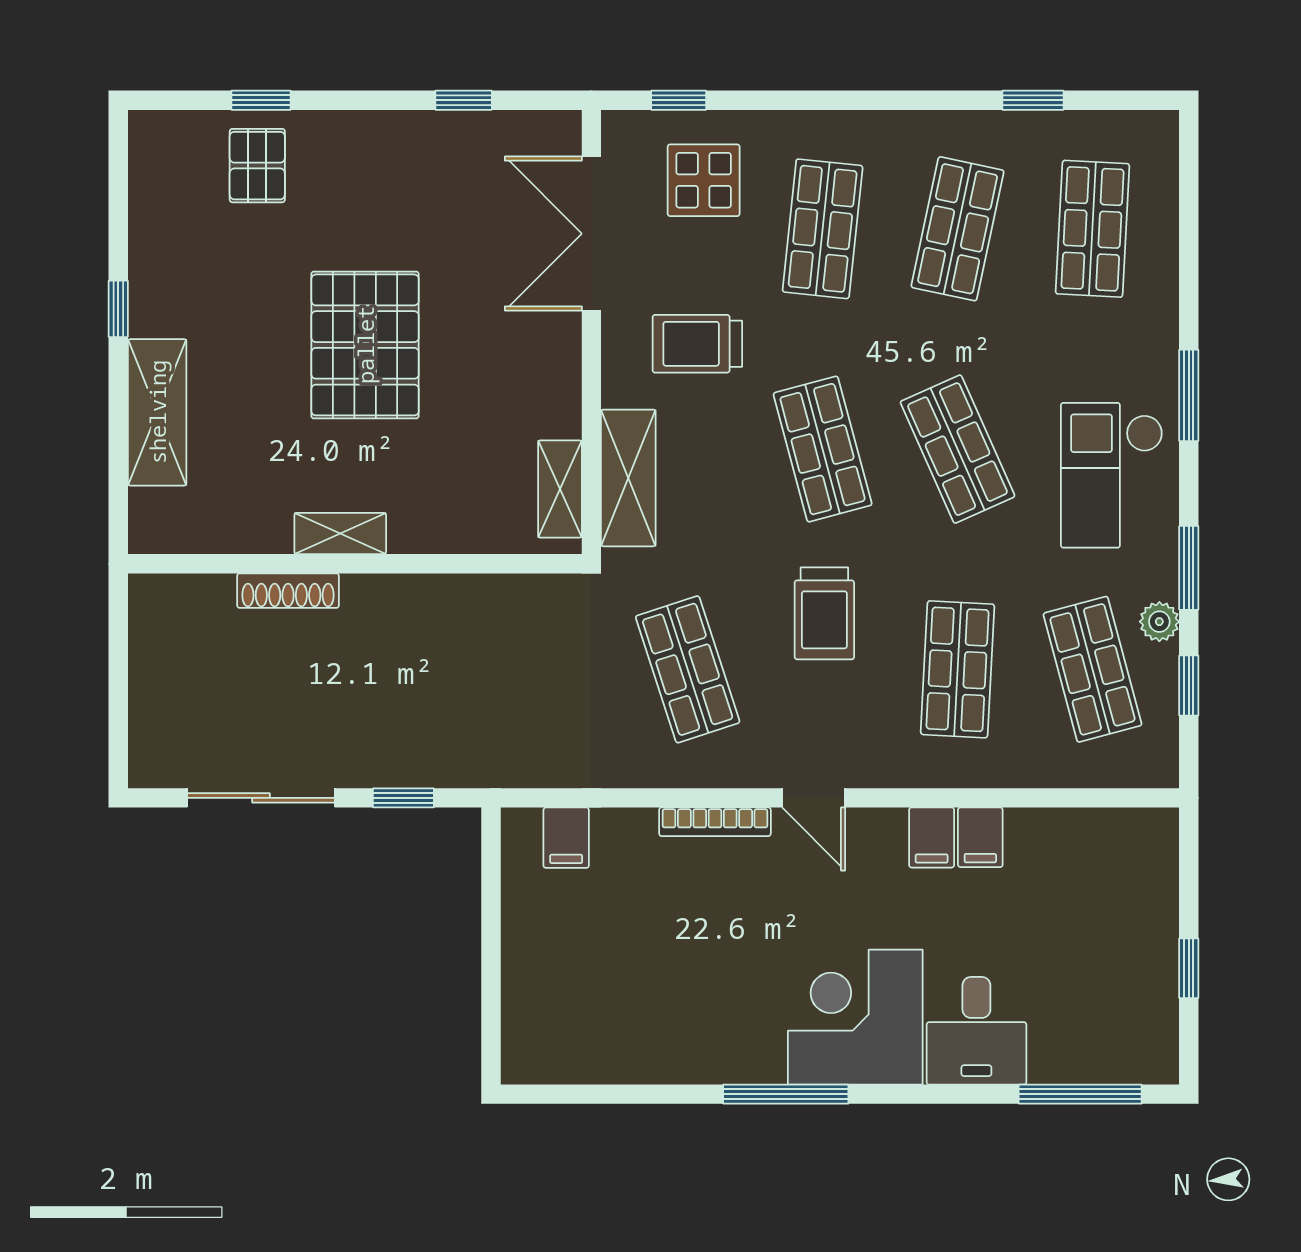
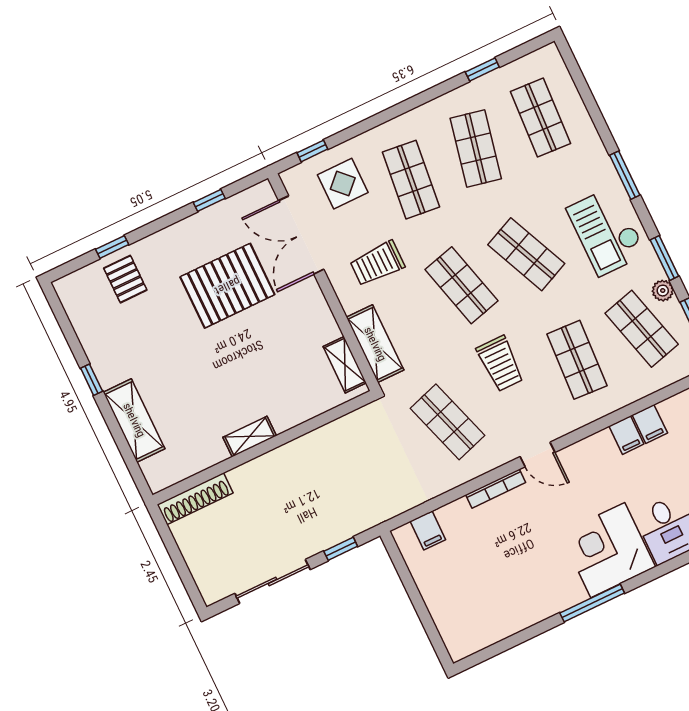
pallet: (365, 345) -> (227, 286), moved, turned 90
shoe rack: (288, 591) -> (195, 499), moved, width x1.36, depth x1.24
filing cabinet: (932, 837) -> (650, 424), moved

